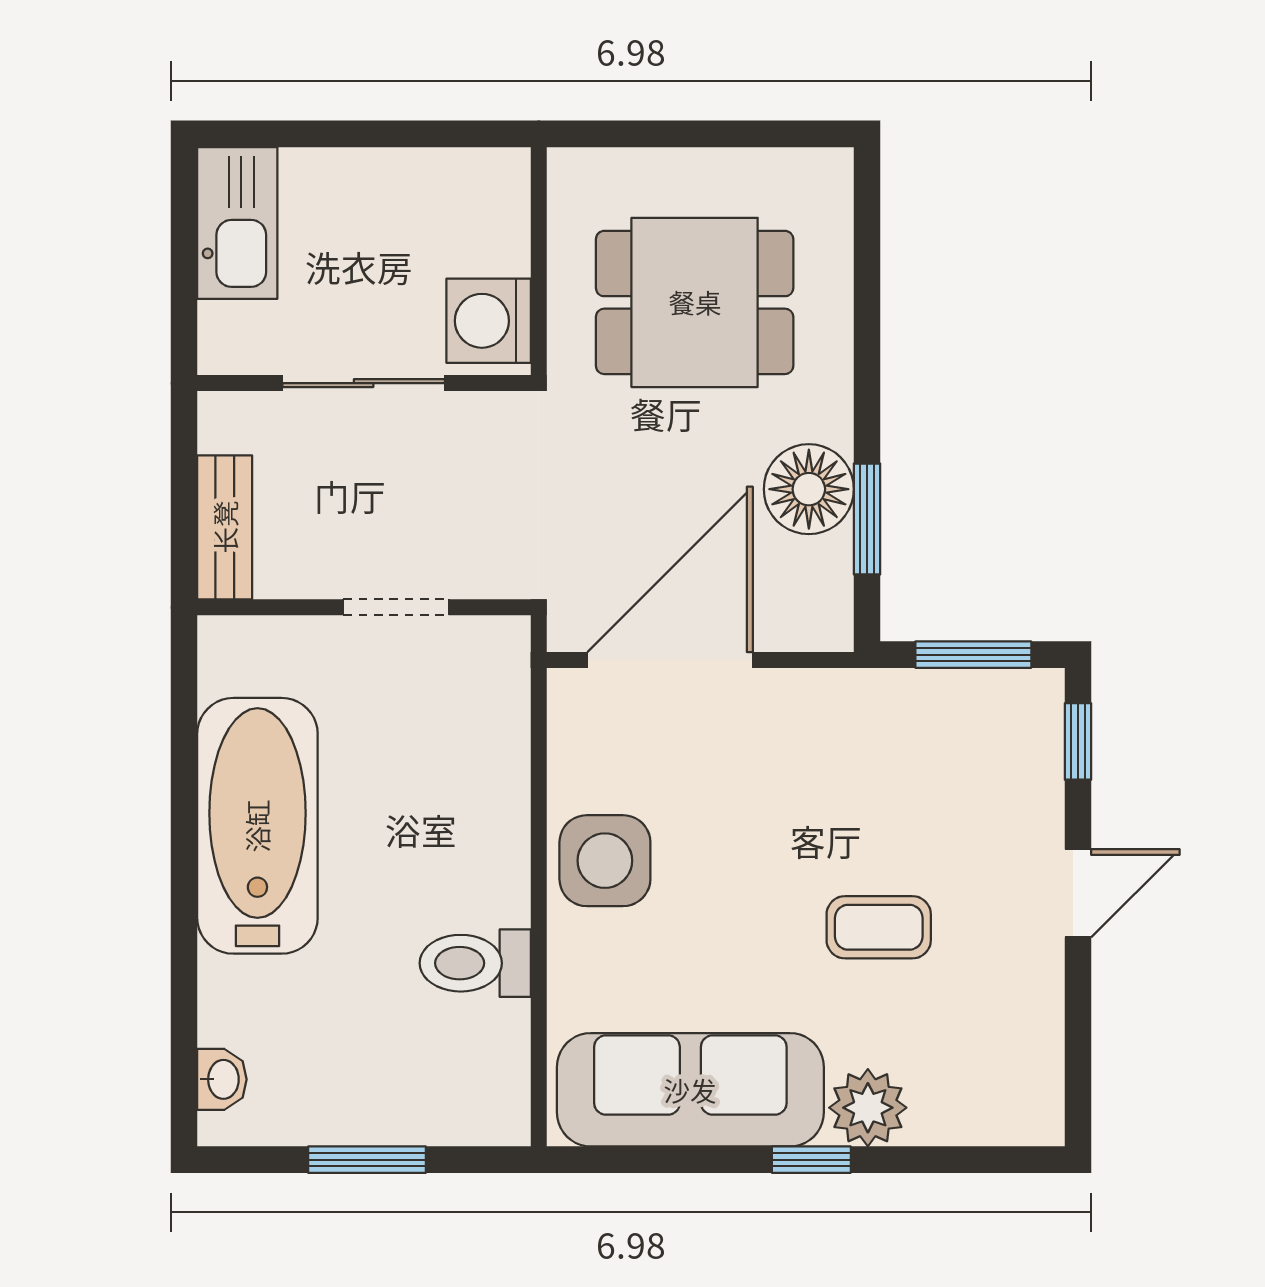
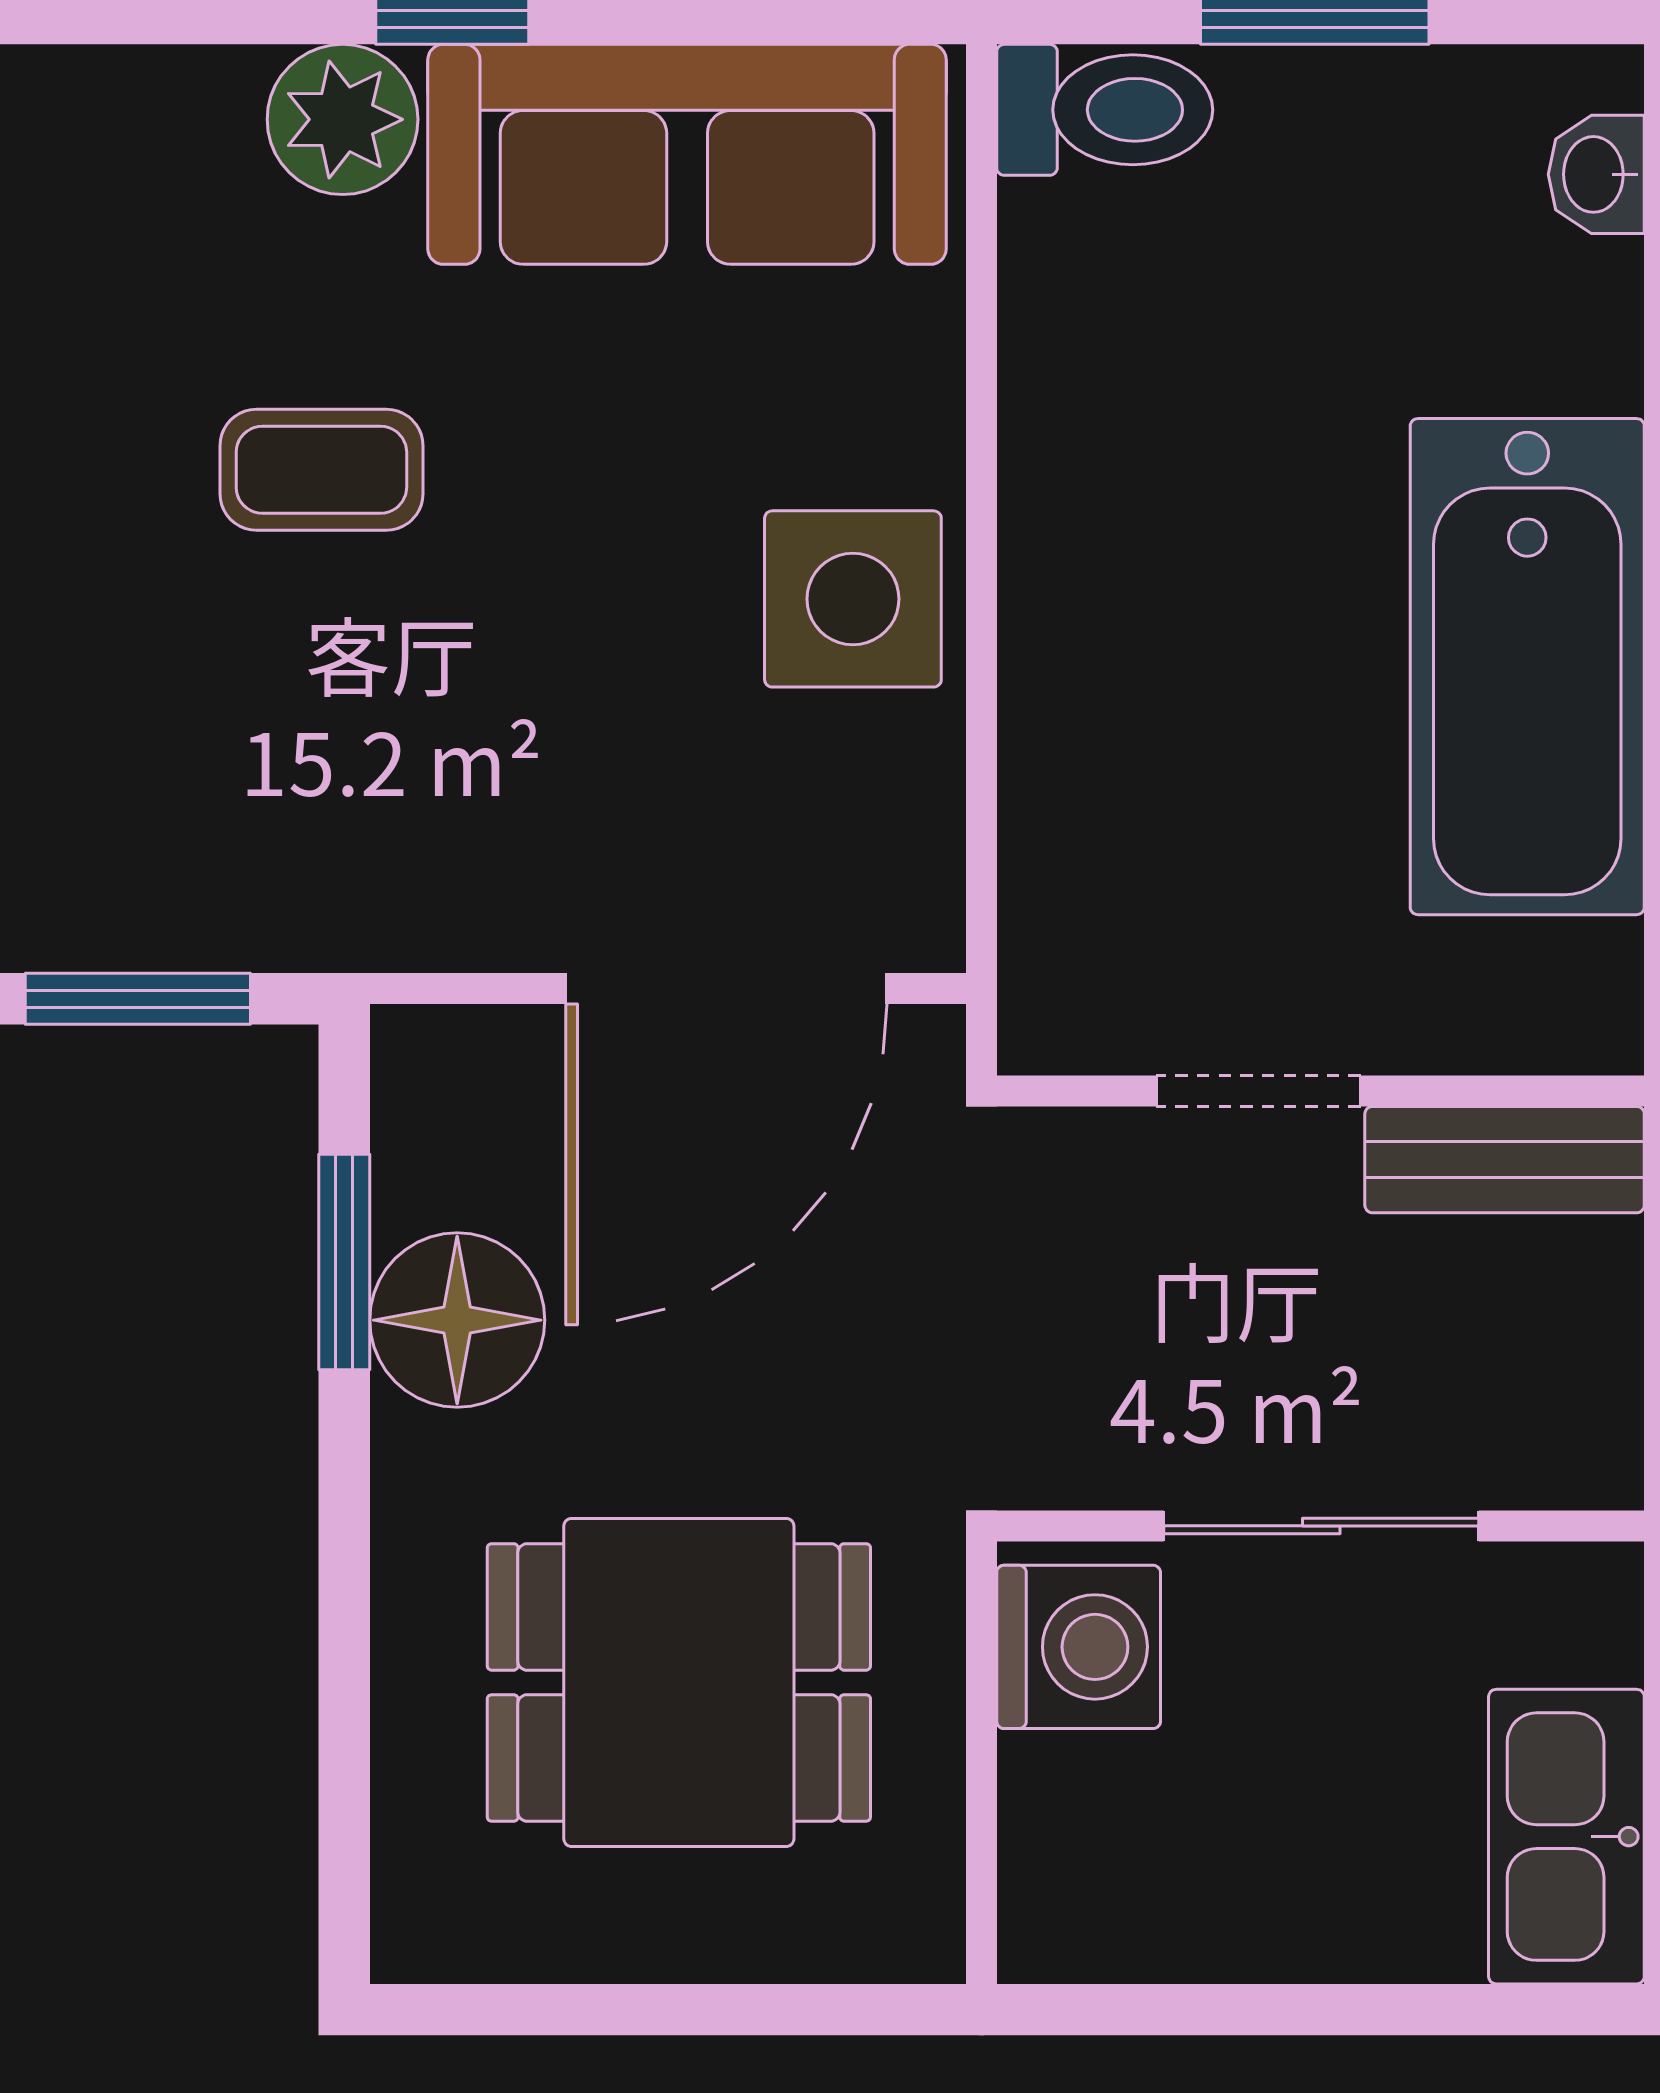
bench: (225, 527) -> (1505, 1160), moved, turned 90
toilet: (475, 963) -> (1105, 110), moved

